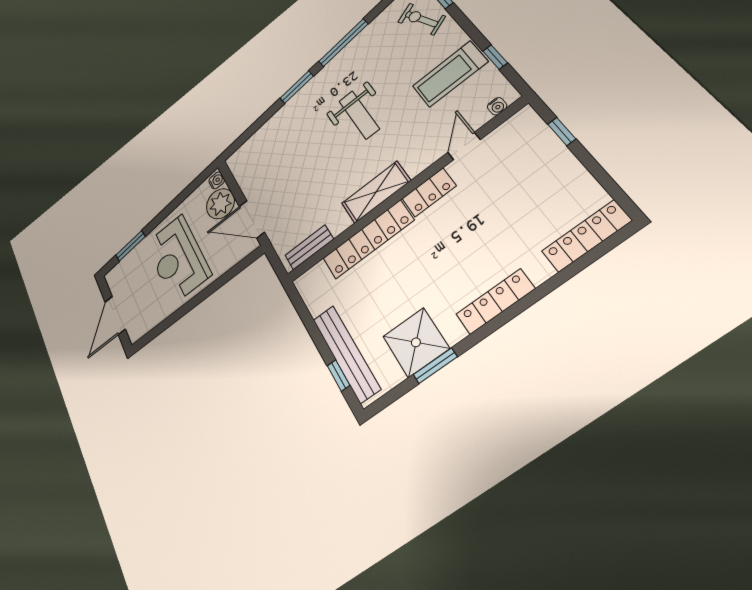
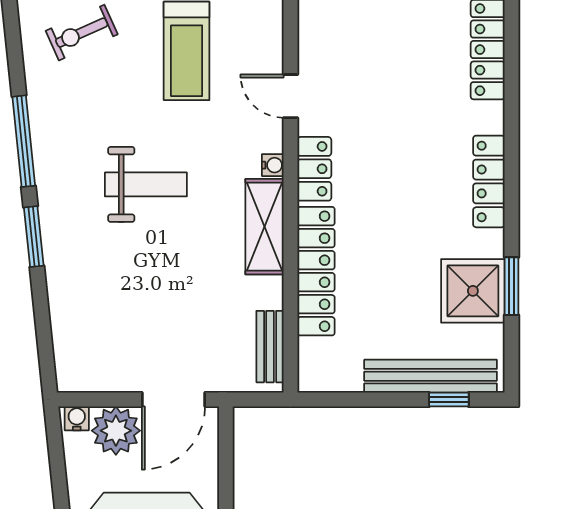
water cooler: (497, 106) -> (273, 165), moved

